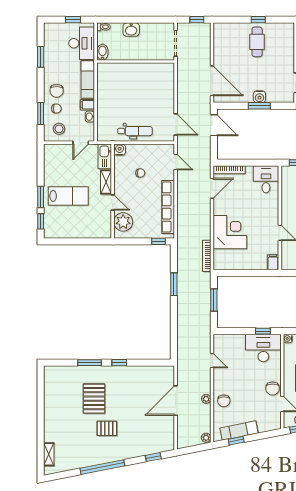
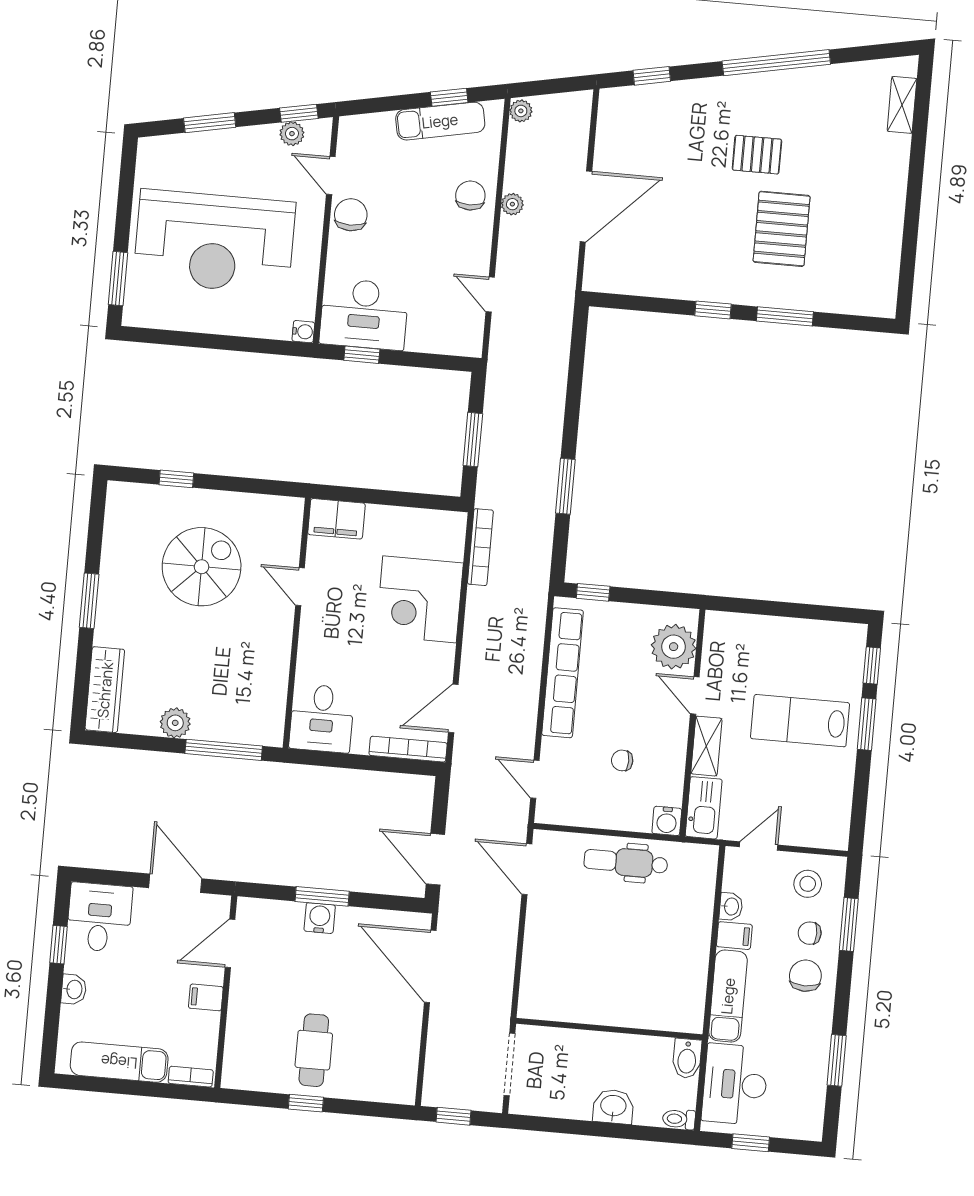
filing cabinet: (273, 262) -> (336, 519), width x2.00

